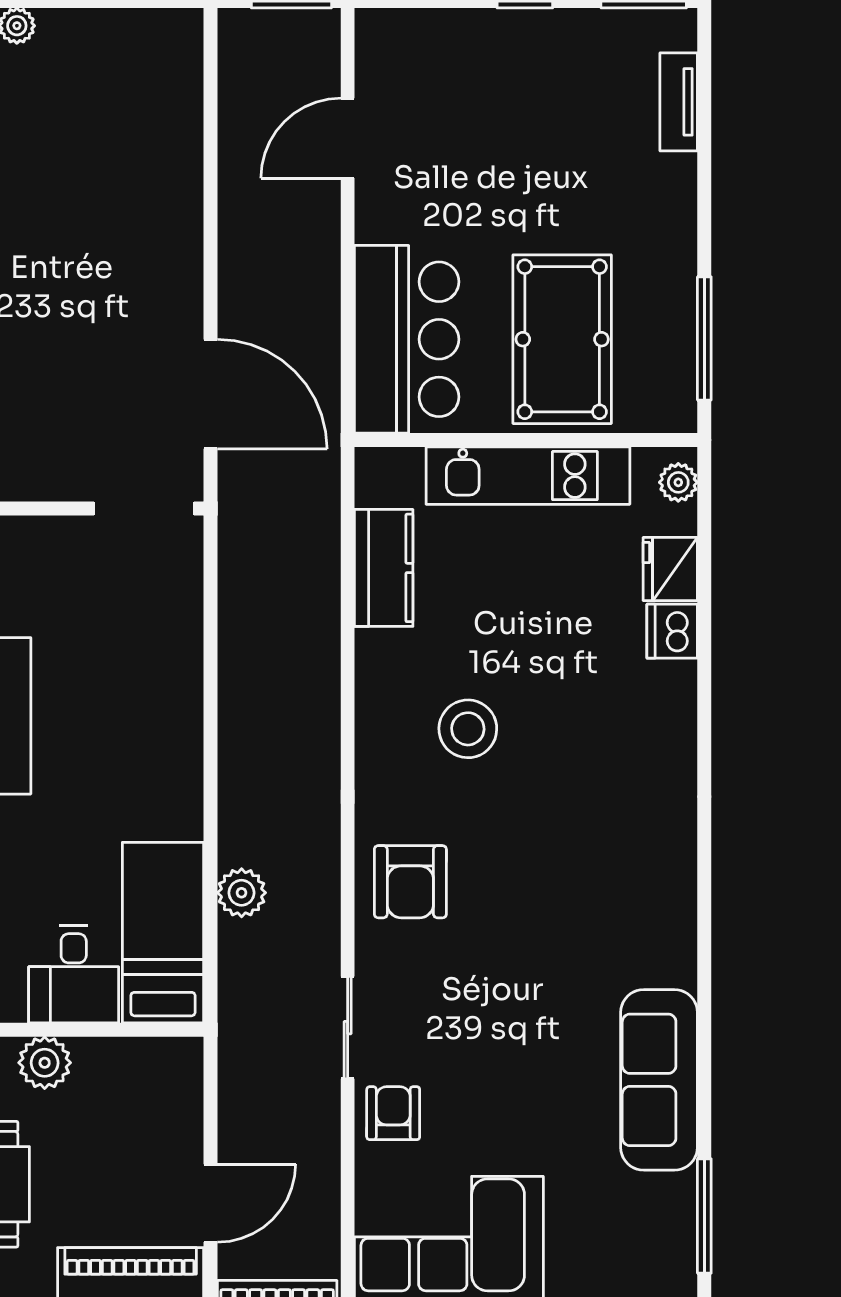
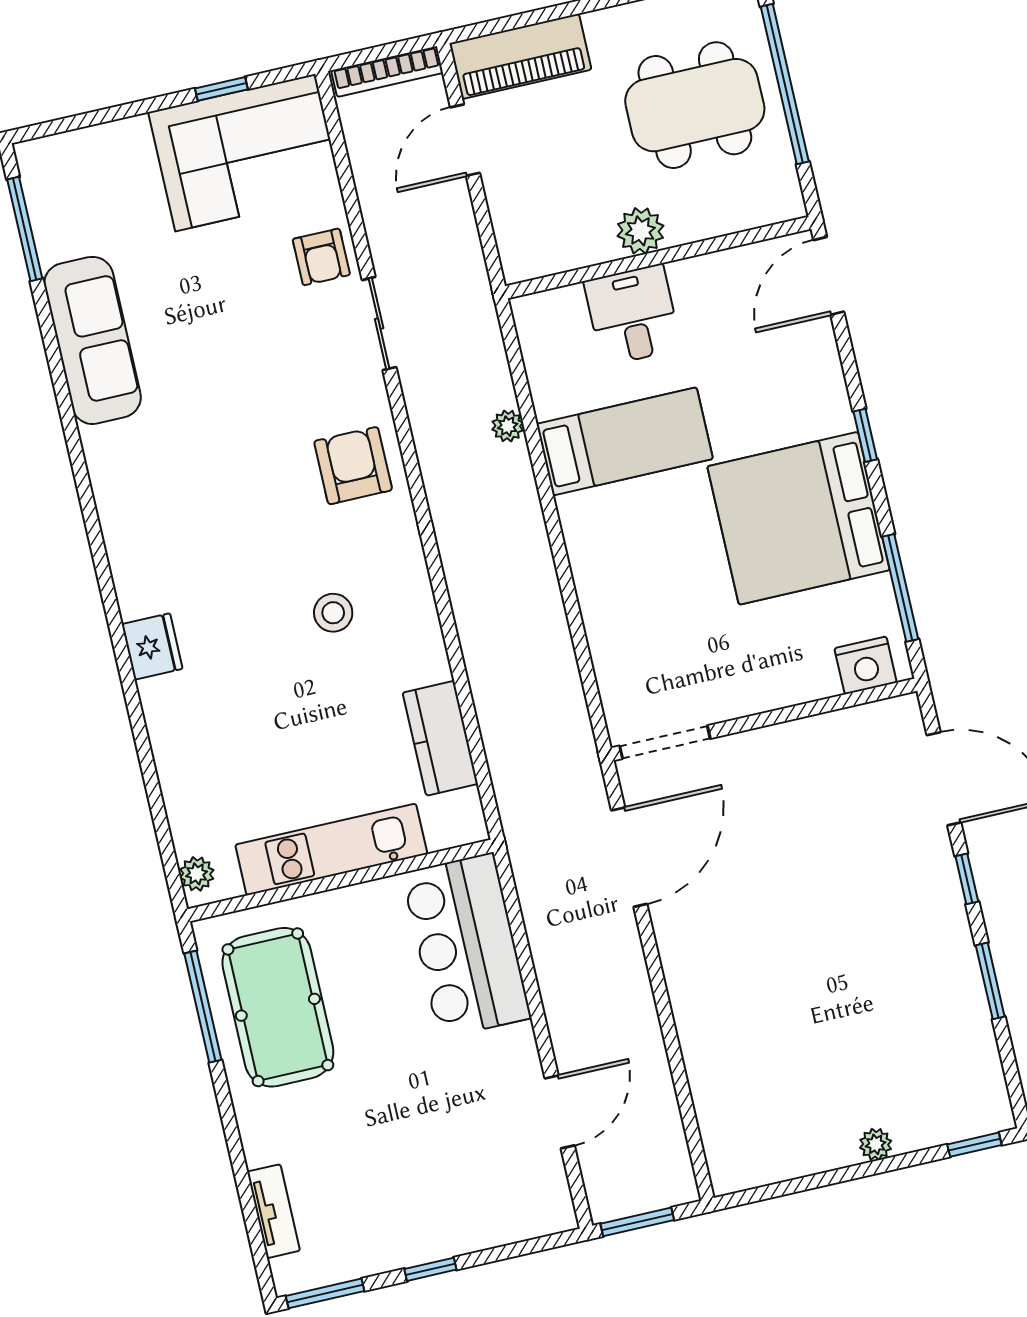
pool table: (562, 339) -> (278, 1007), moved
door: (210, 394) -> (629, 857), swing flipped
fridge: (670, 569) -> (152, 647), moved
dishwasher: (672, 631) -> (172, 741), removed
stool: (468, 729) -> (333, 613), width x0.73, depth x0.73
plant: (242, 893) -> (508, 426), width x0.73, depth x0.73
bed: (163, 933) -> (625, 441), moved, turned -90

